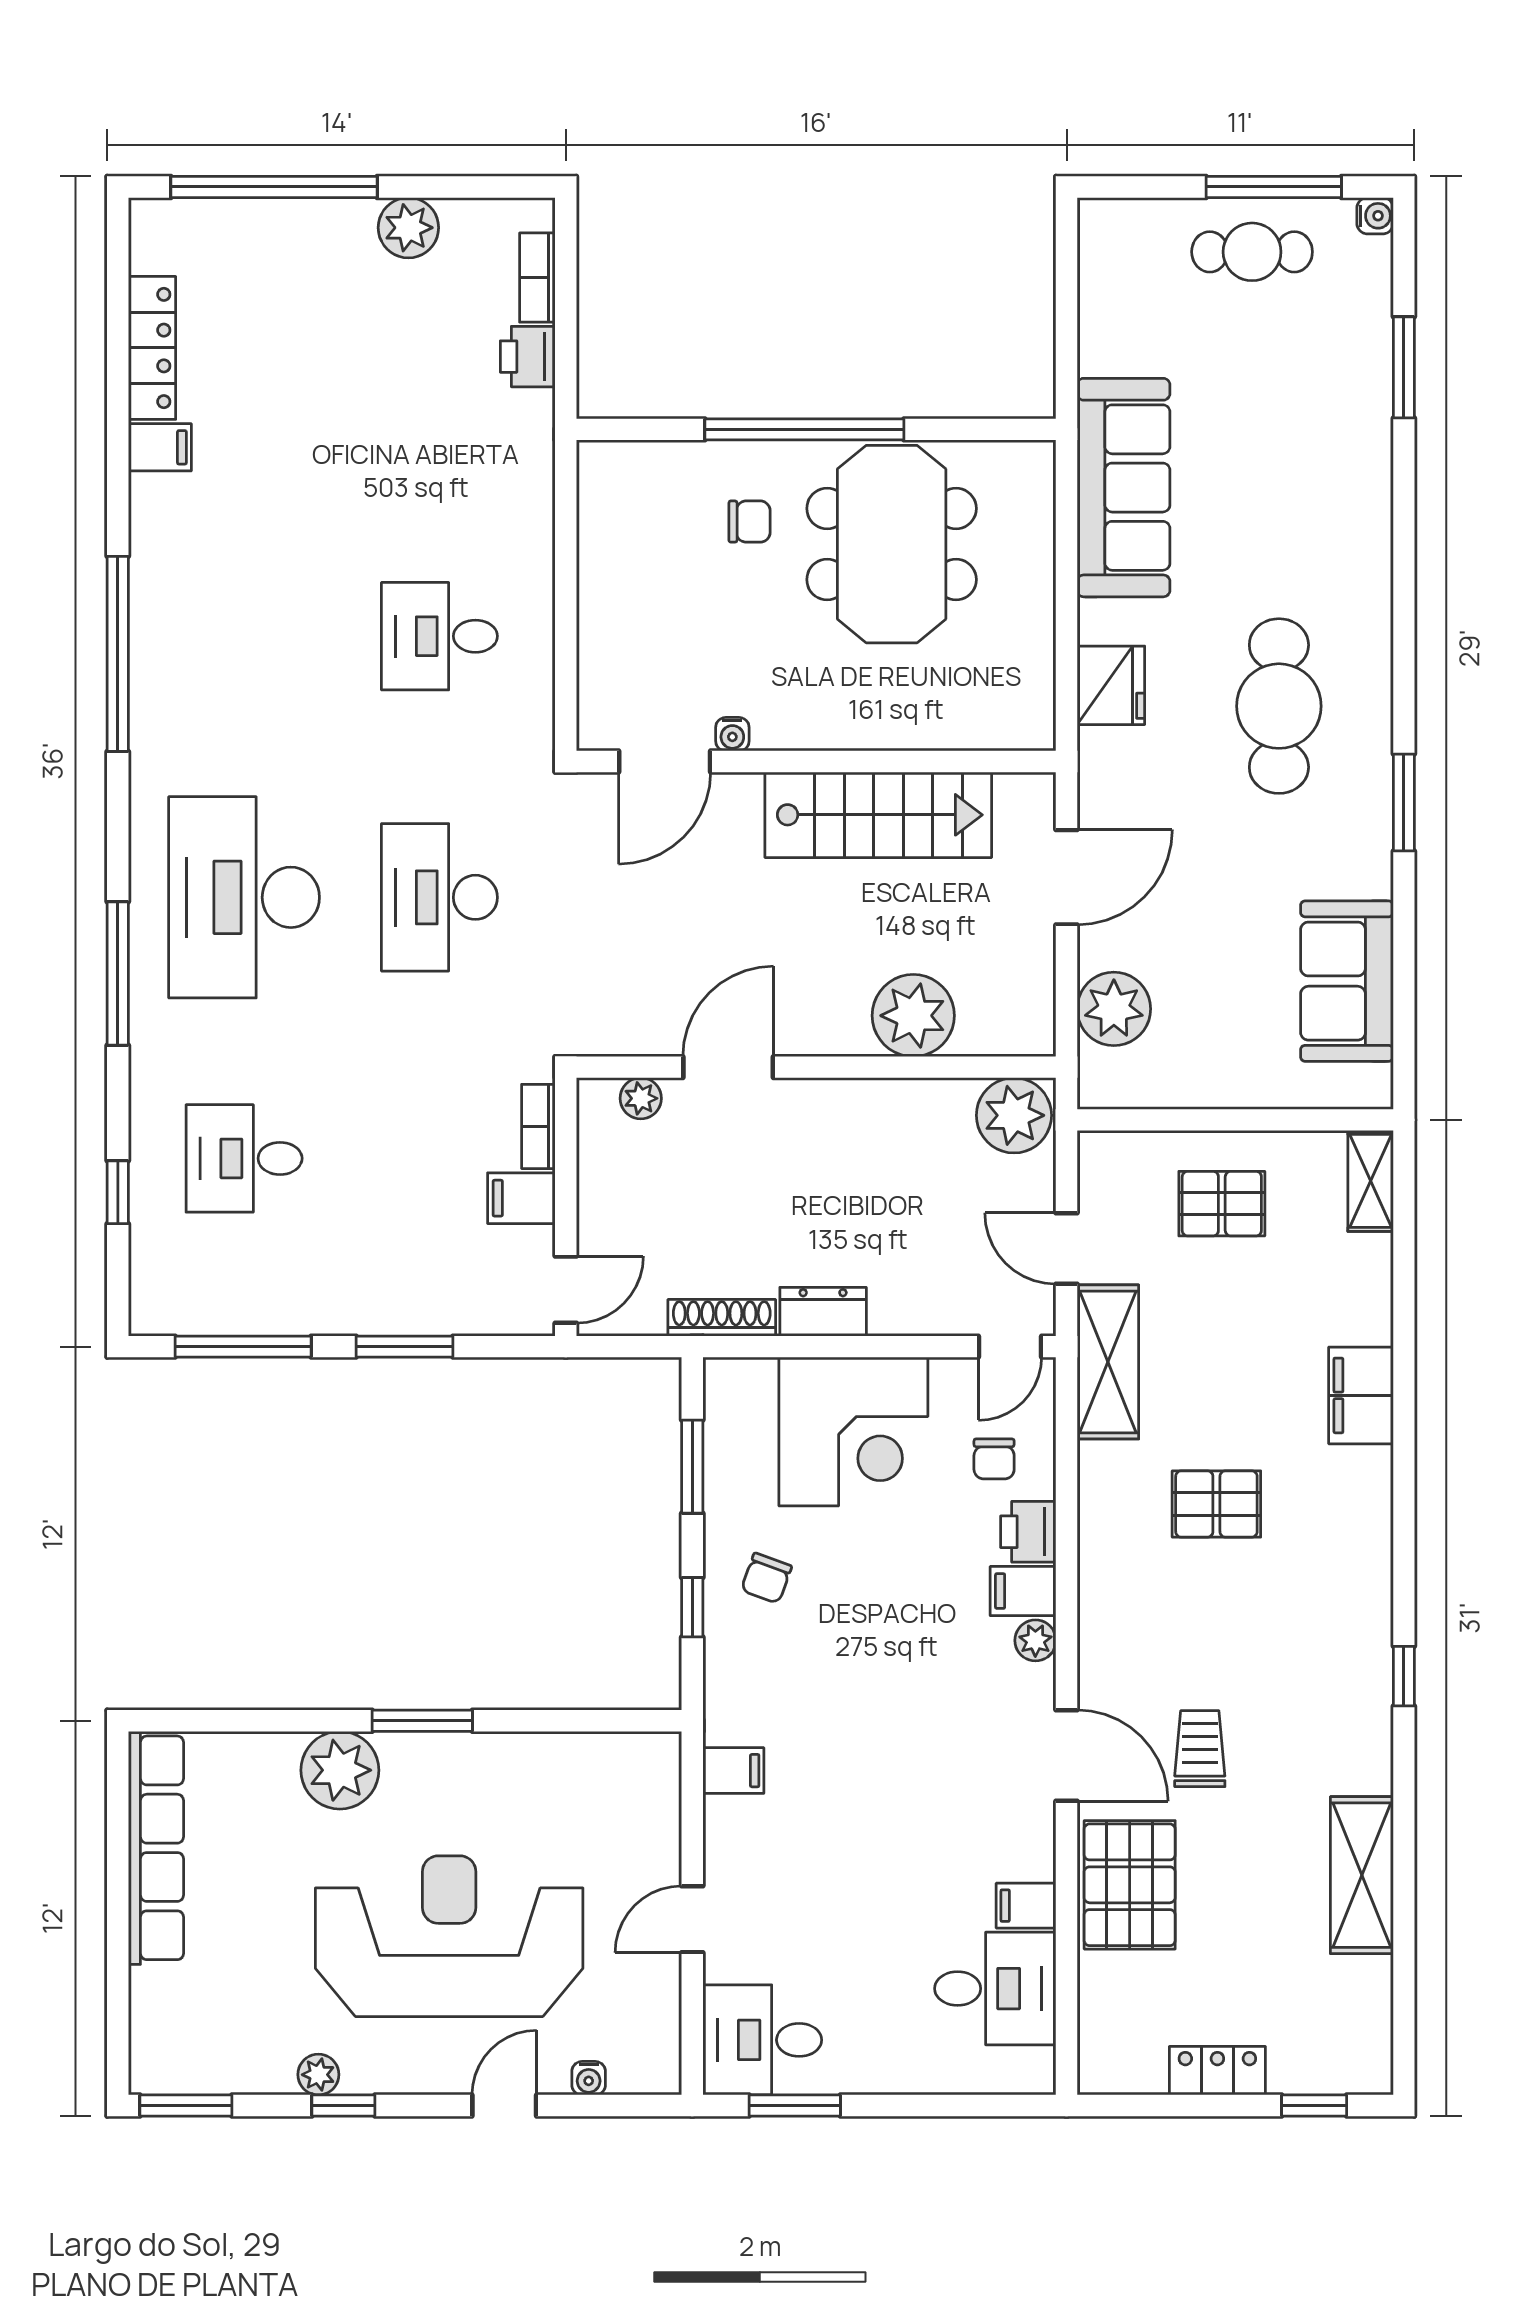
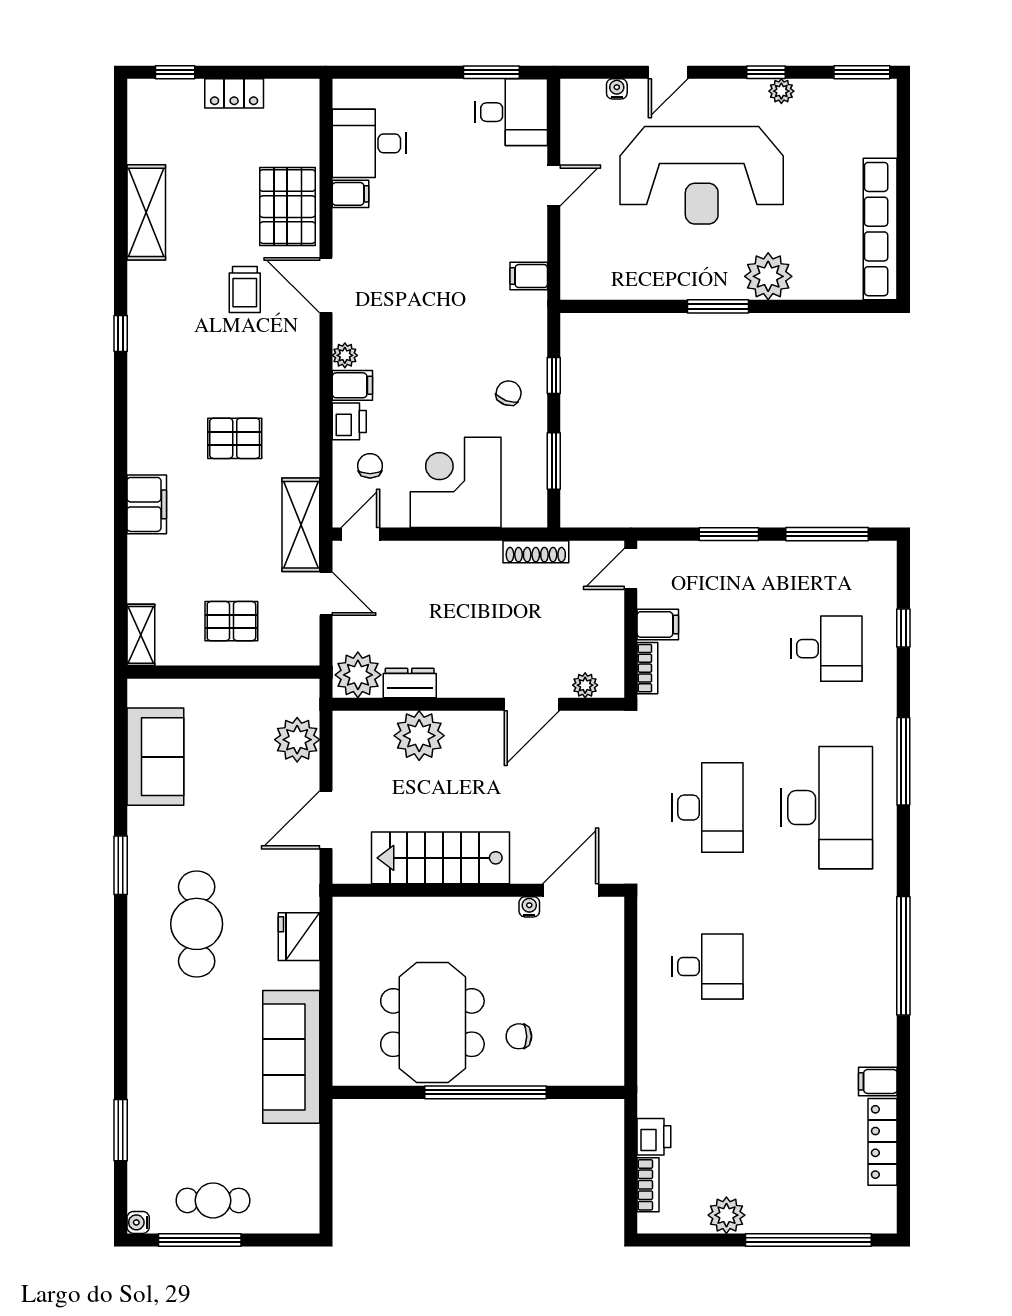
dresser: (823, 1312) -> (410, 683), moved, turned 180

